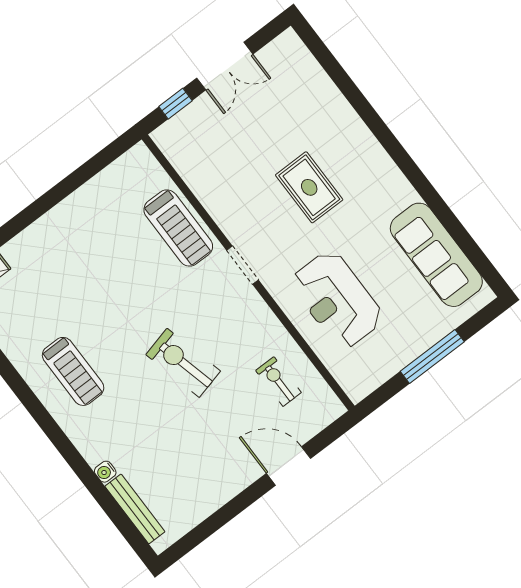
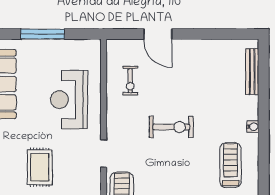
reception desk: (337, 300) -> (69, 100), turned 180
exercise bike: (183, 363) -> (171, 127), turned -76
water cooler: (105, 472) -> (253, 127), moved

